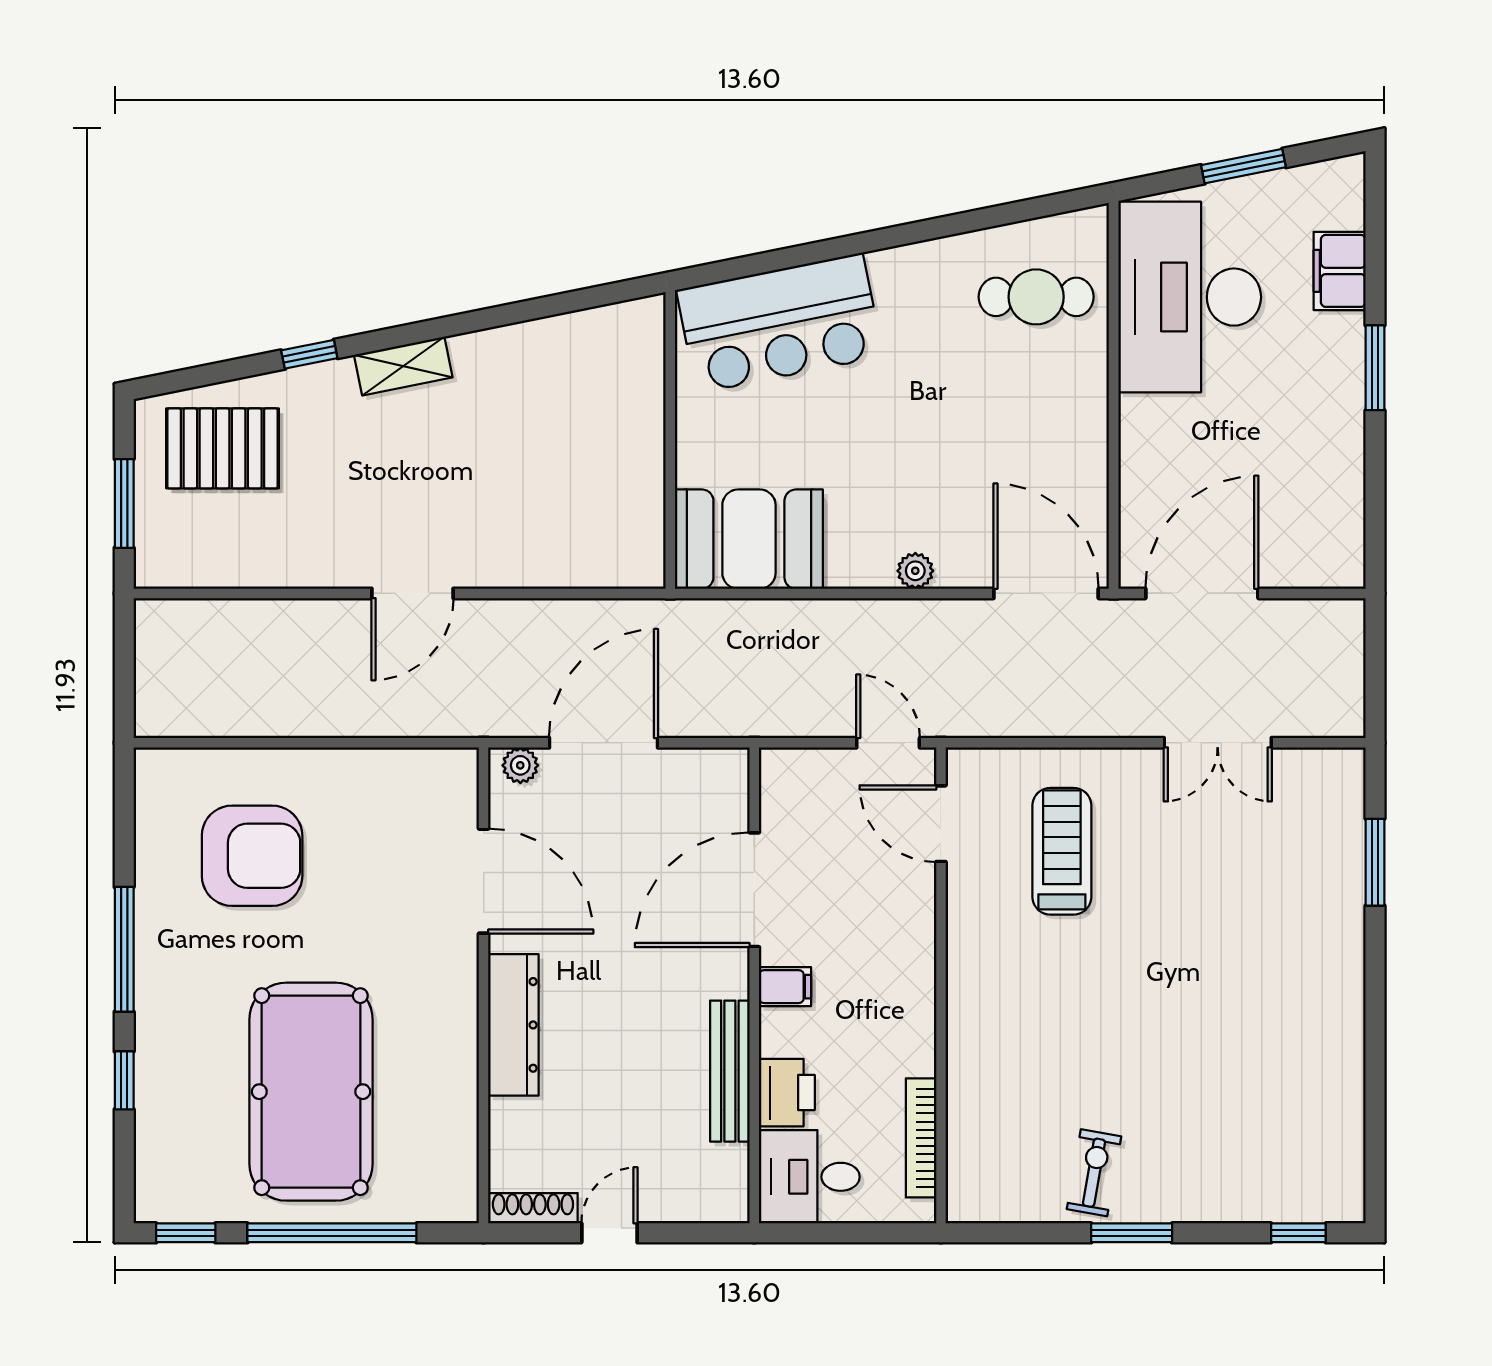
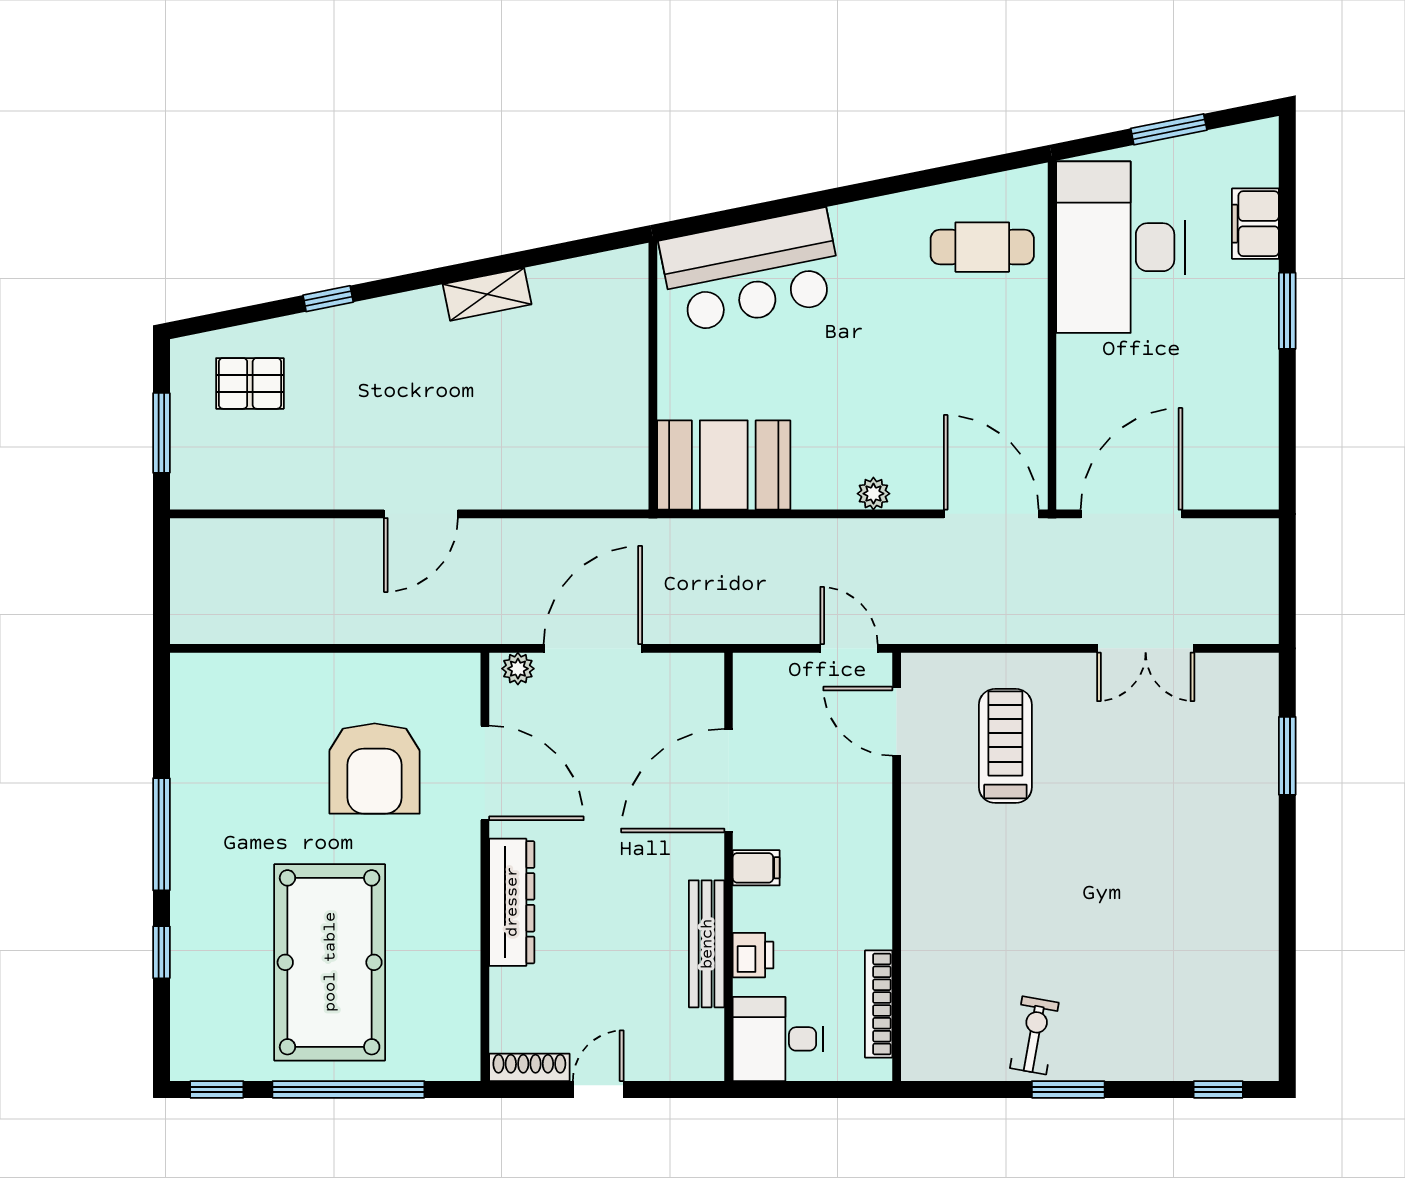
shelving: (403, 366) -> (487, 294), moved
pallet: (223, 448) -> (250, 383), width x0.67, depth x0.71
armchair: (252, 856) -> (375, 769), moved, turned 90
printer: (787, 1093) -> (753, 955), width x0.73, depth x0.81

